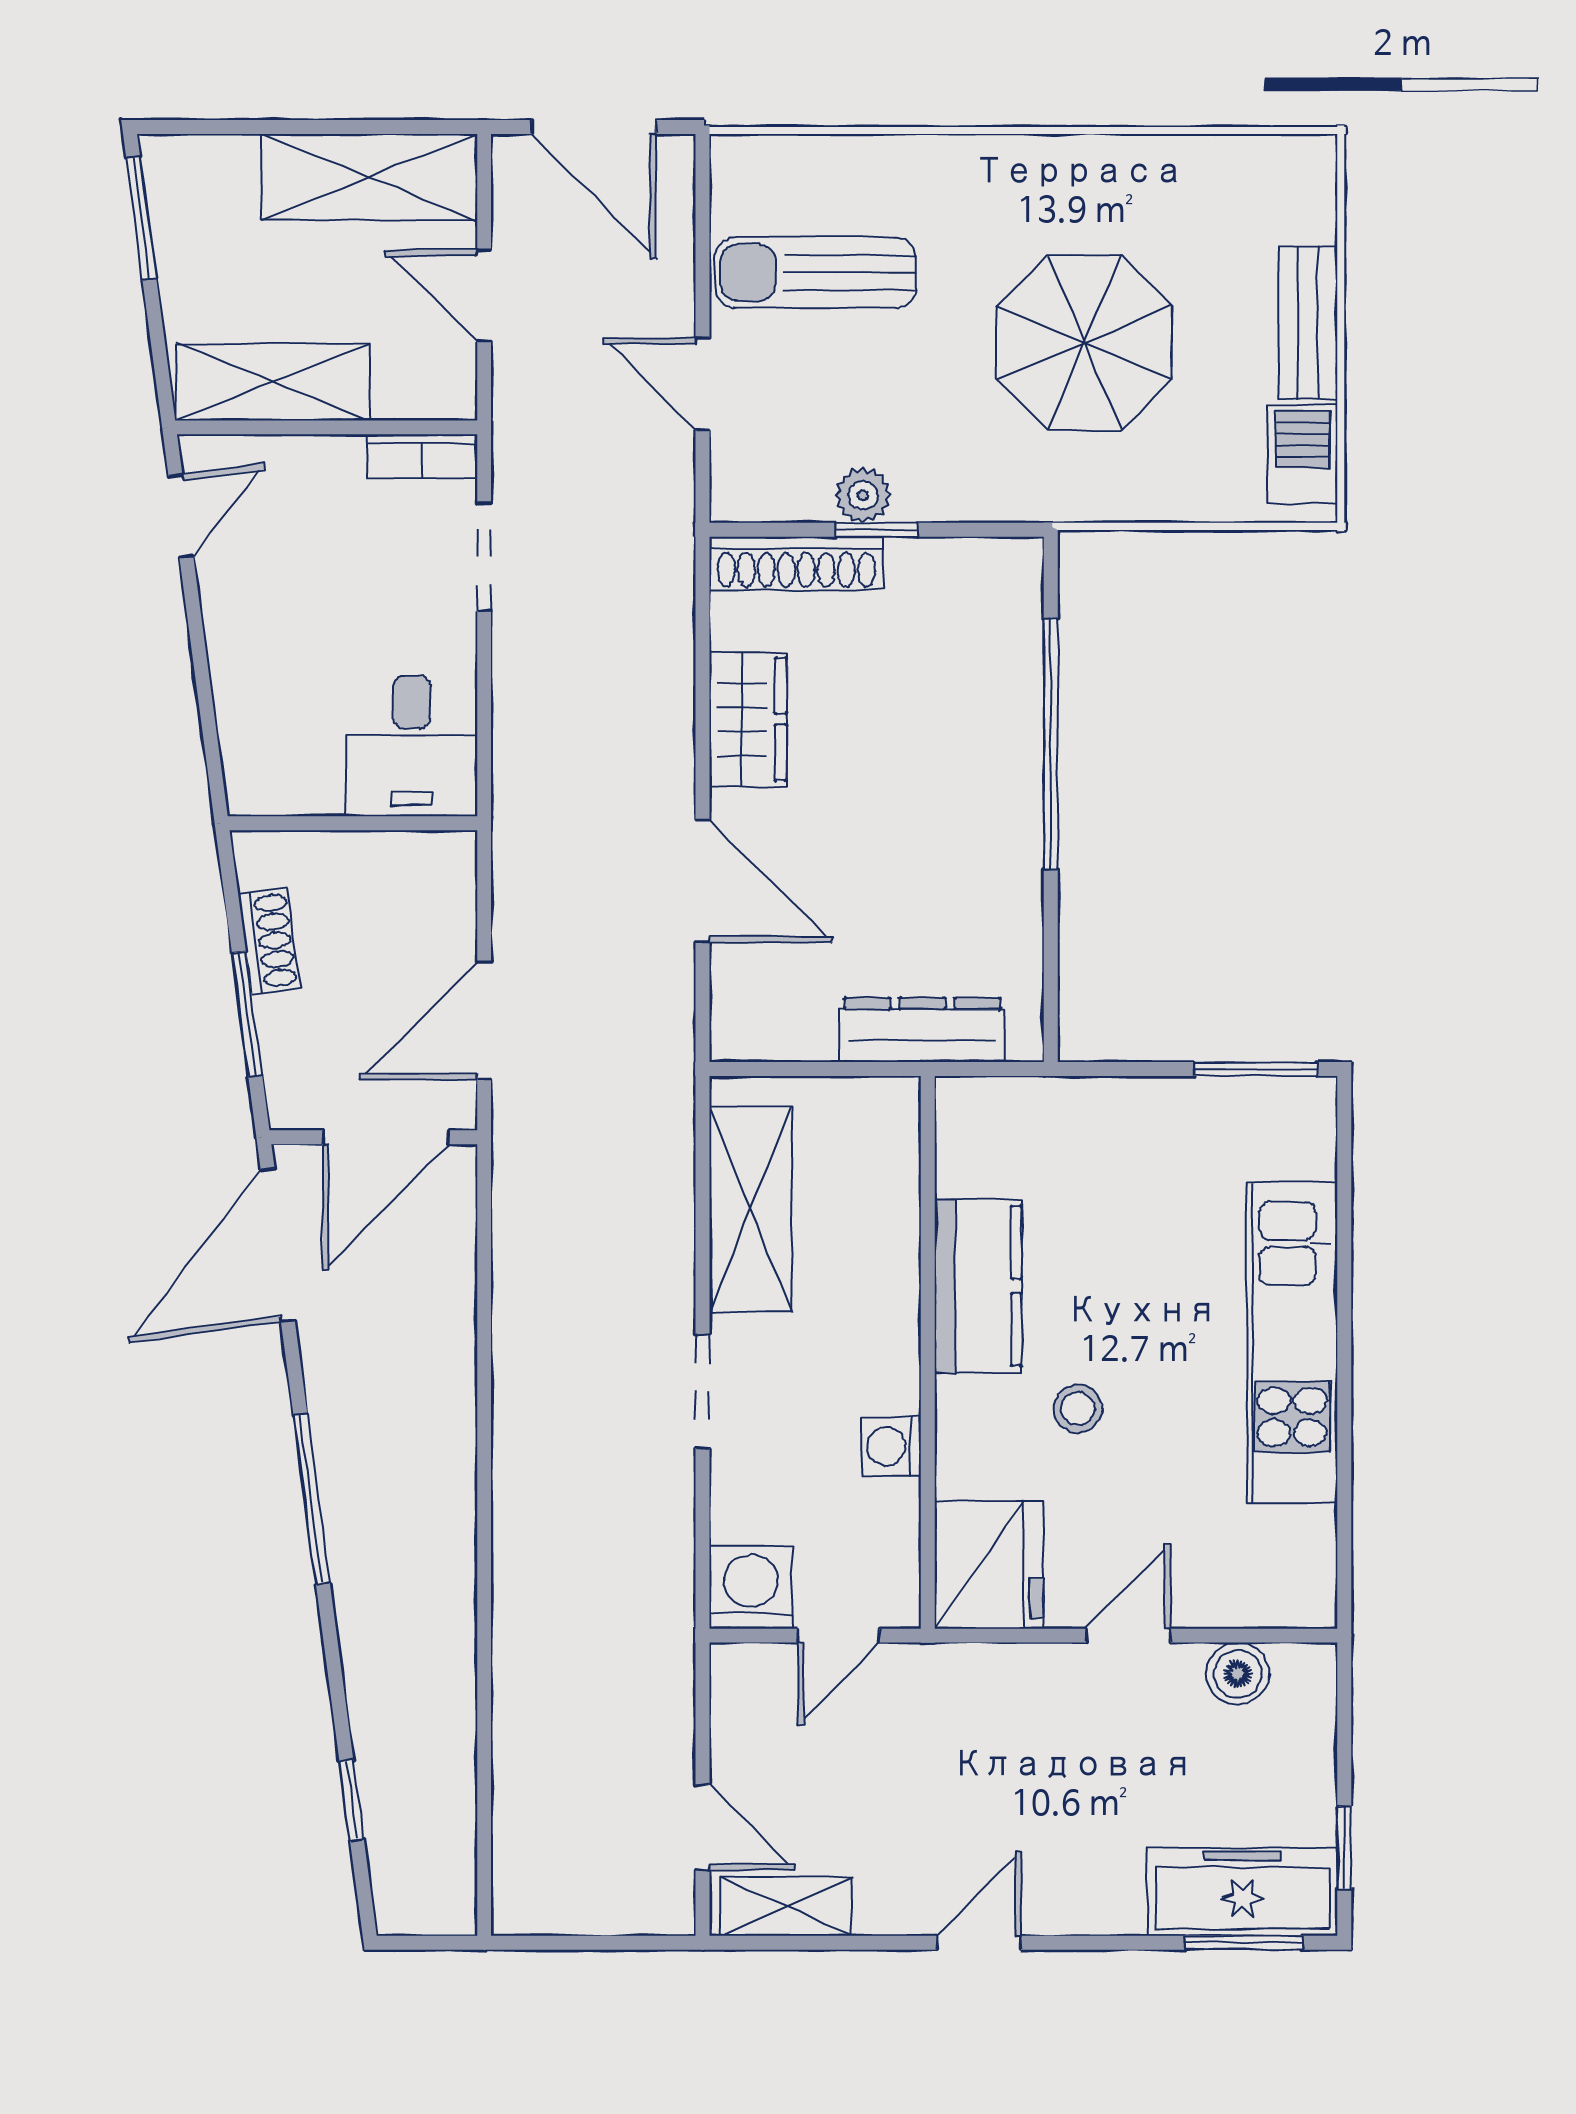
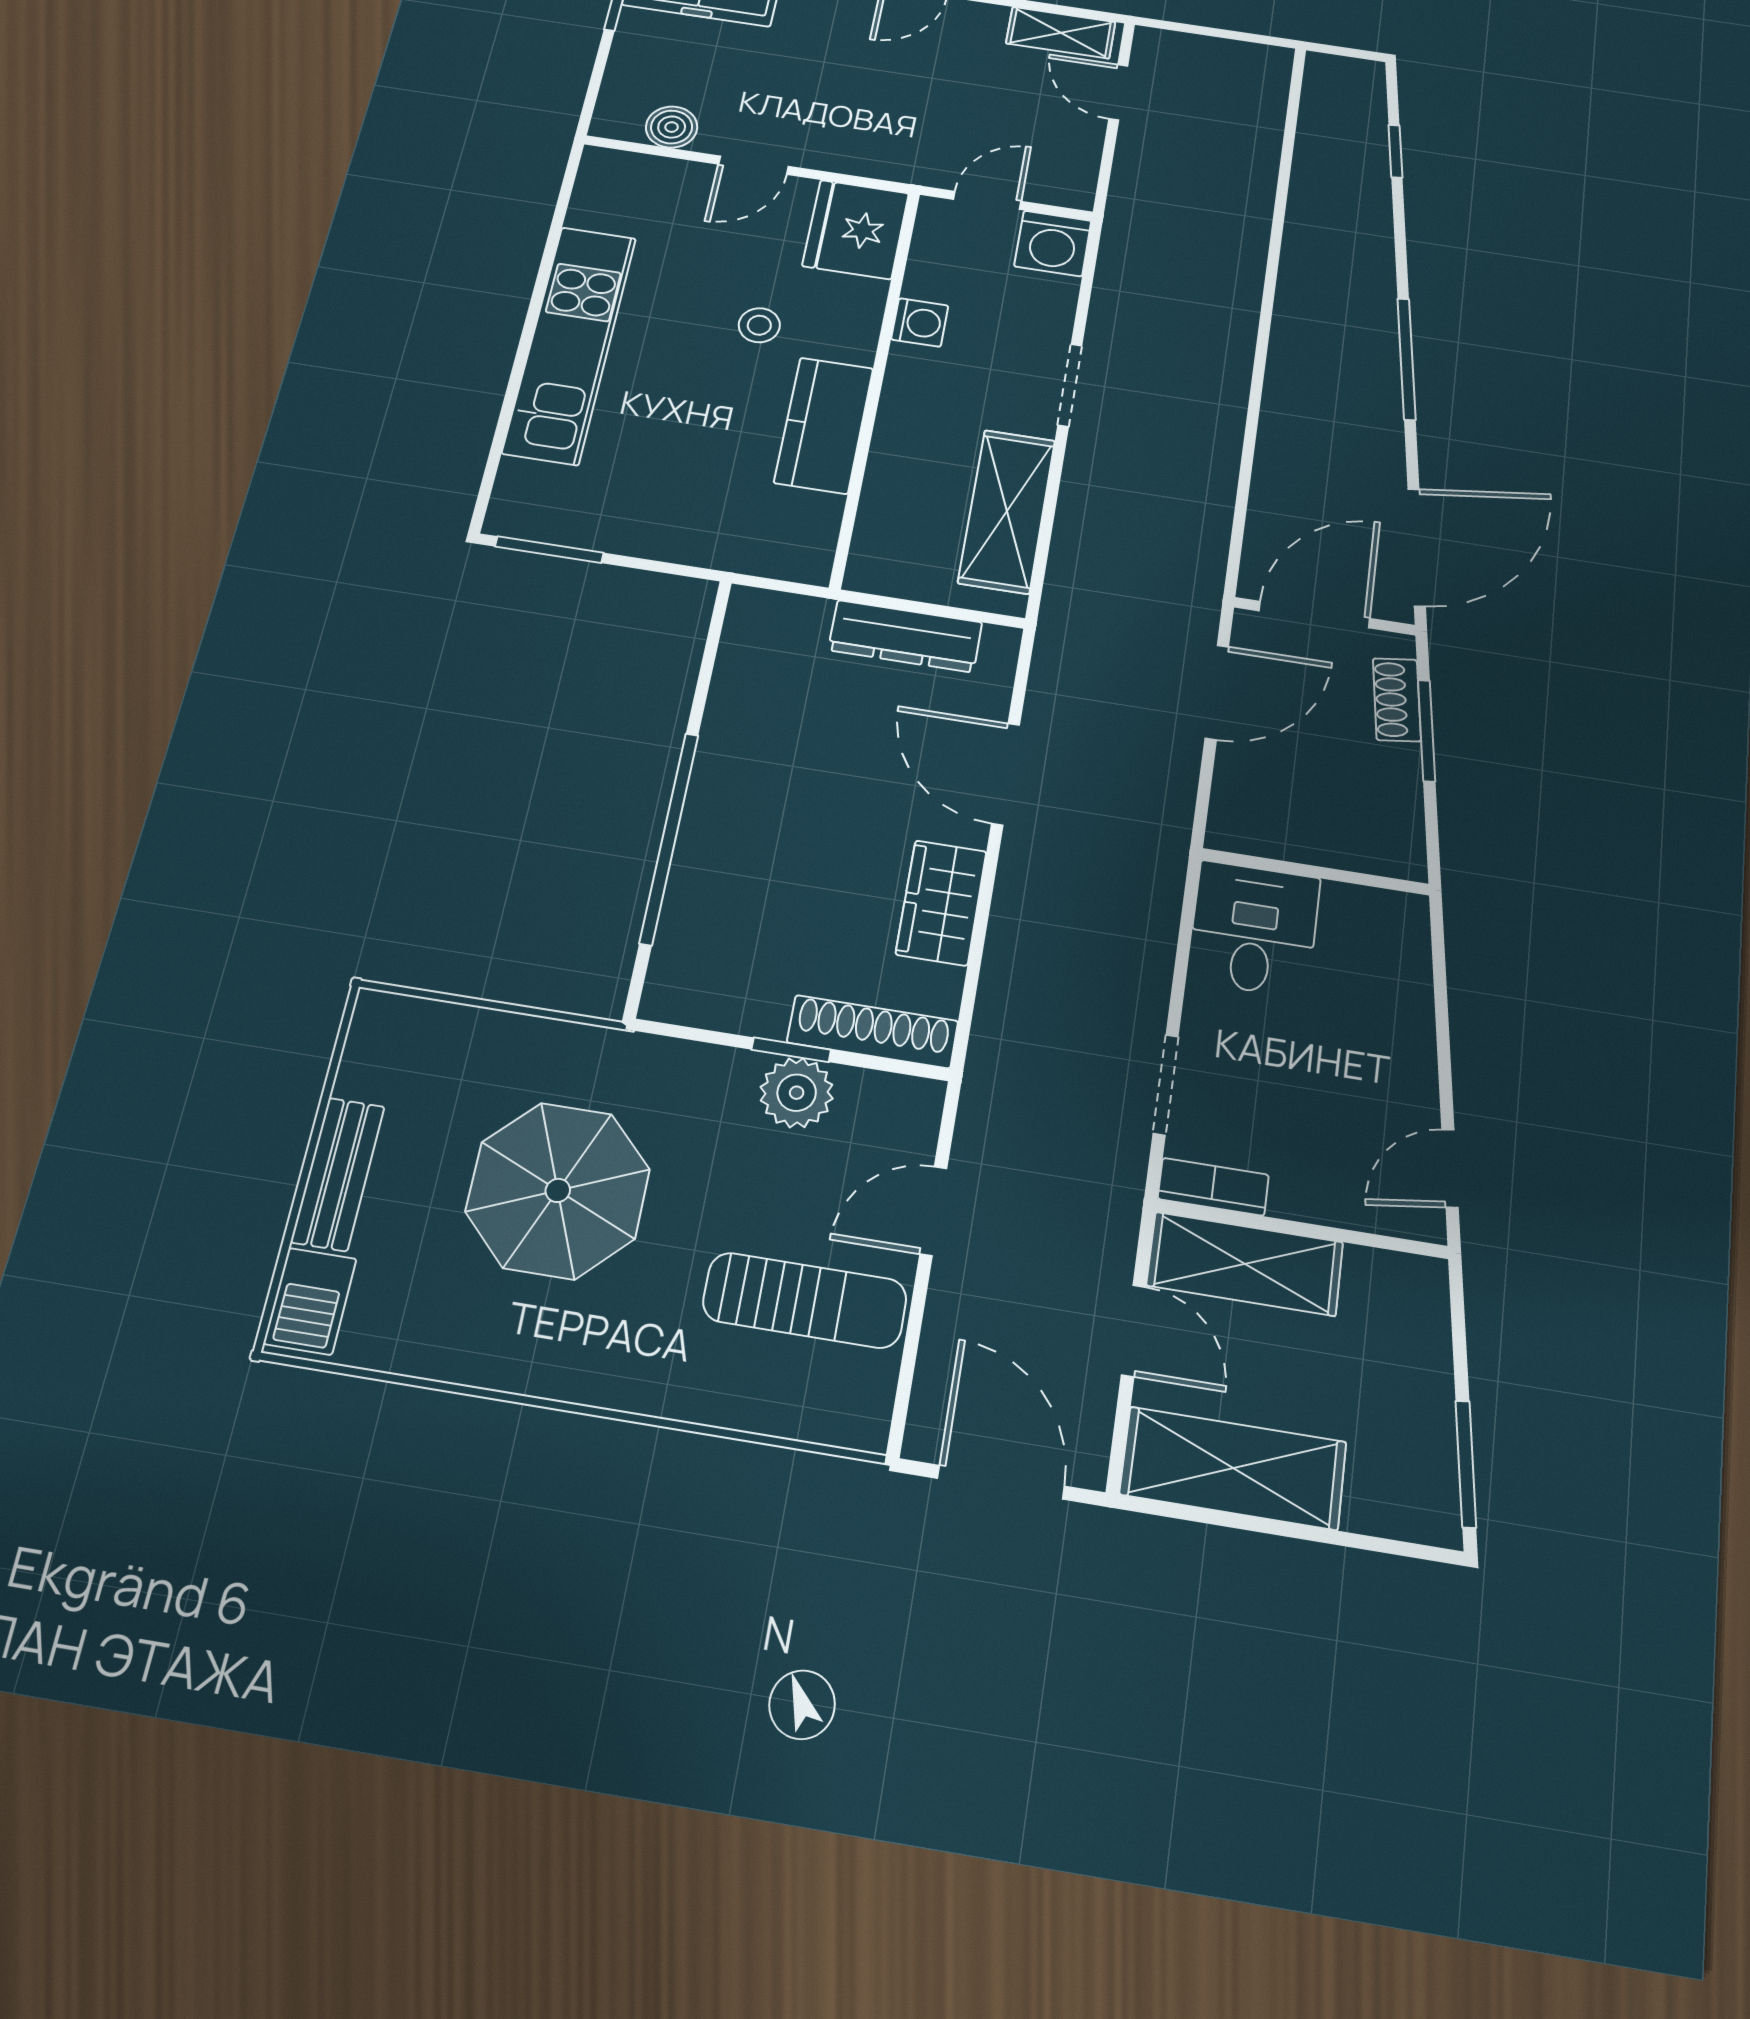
shelving: (273, 382) -> (1245, 1264), moved
door: (703, 384) -> (933, 1211), swing flipped
barbecue: (1303, 454) -> (310, 1301), moved
plant: (863, 495) -> (797, 1093), width x1.38, depth x1.38
shoe rack: (269, 941) -> (1397, 700), moved
dresser: (922, 1030) -> (905, 636), moved

